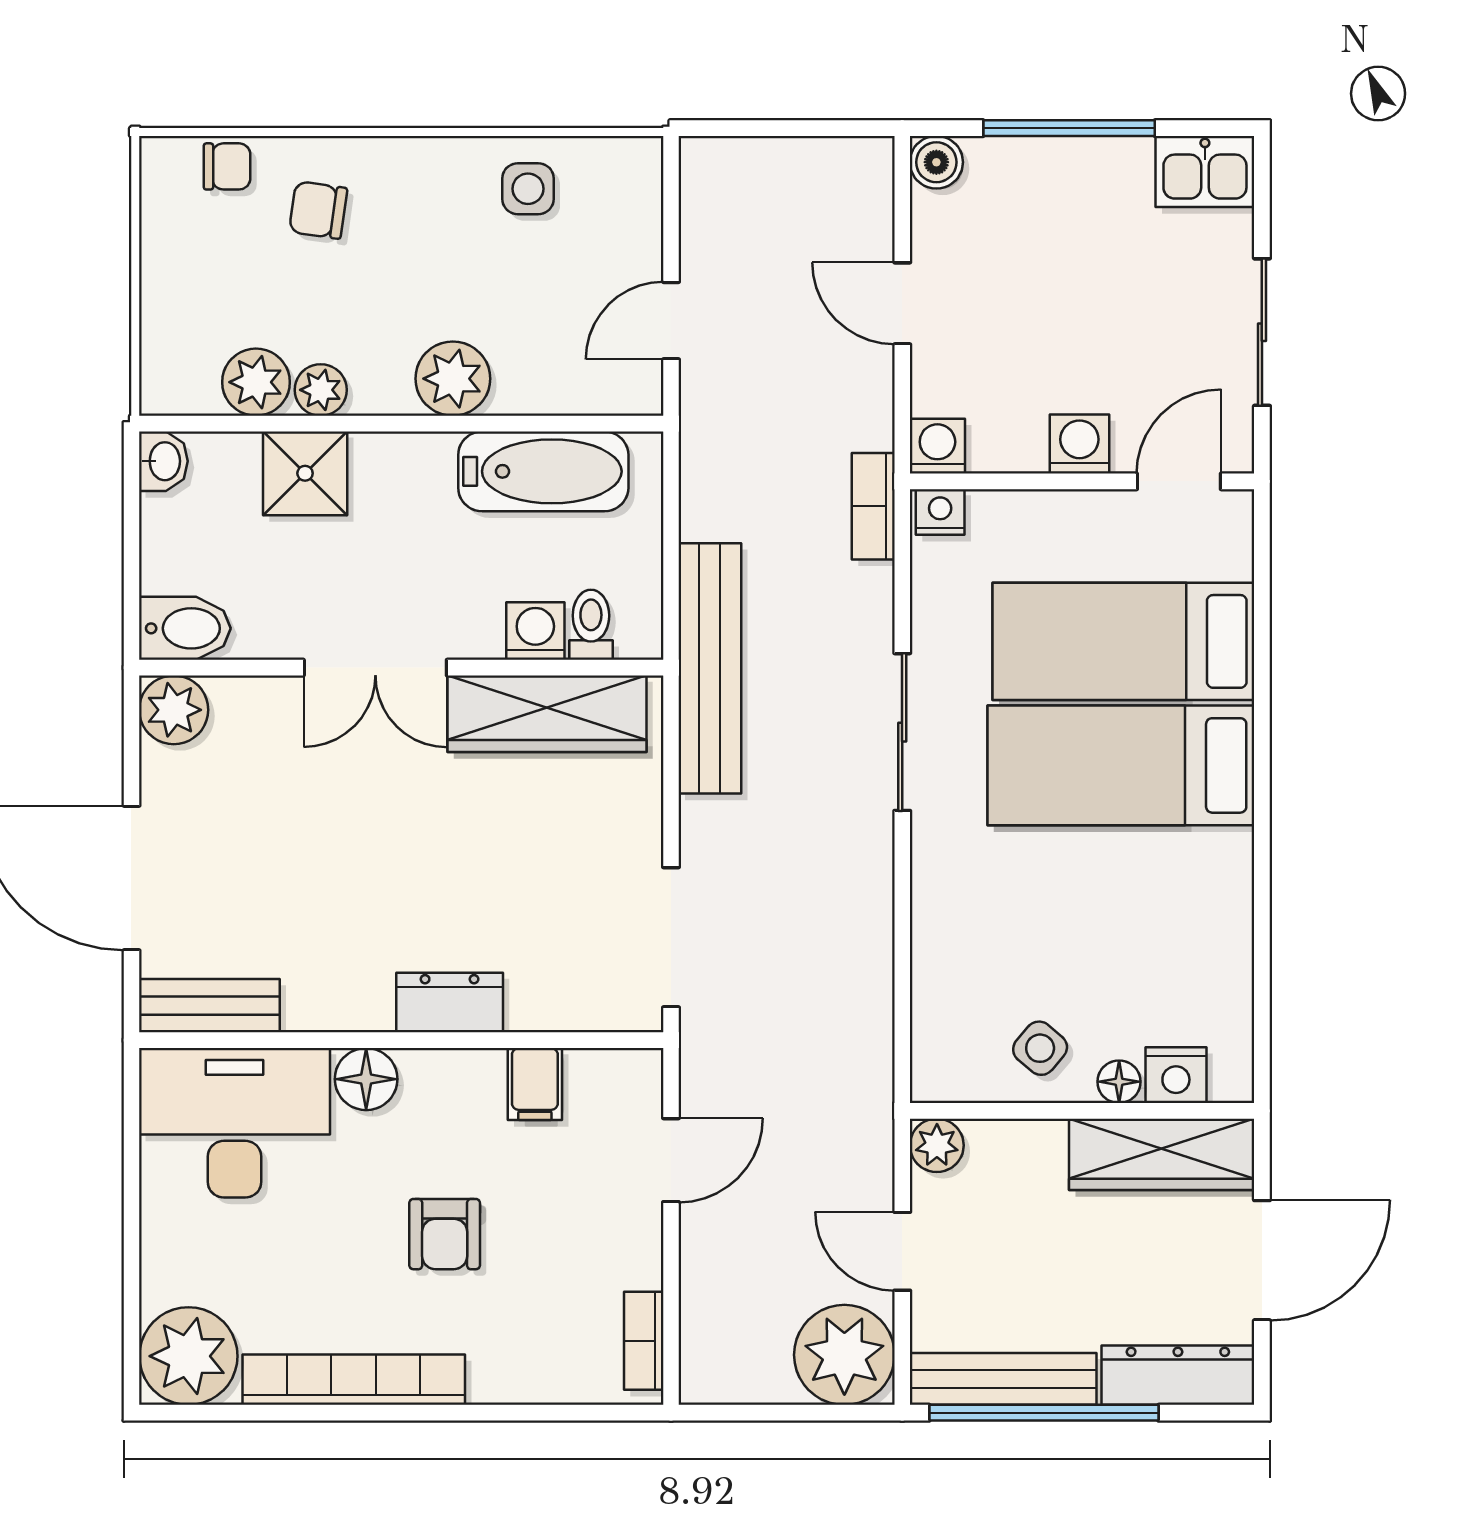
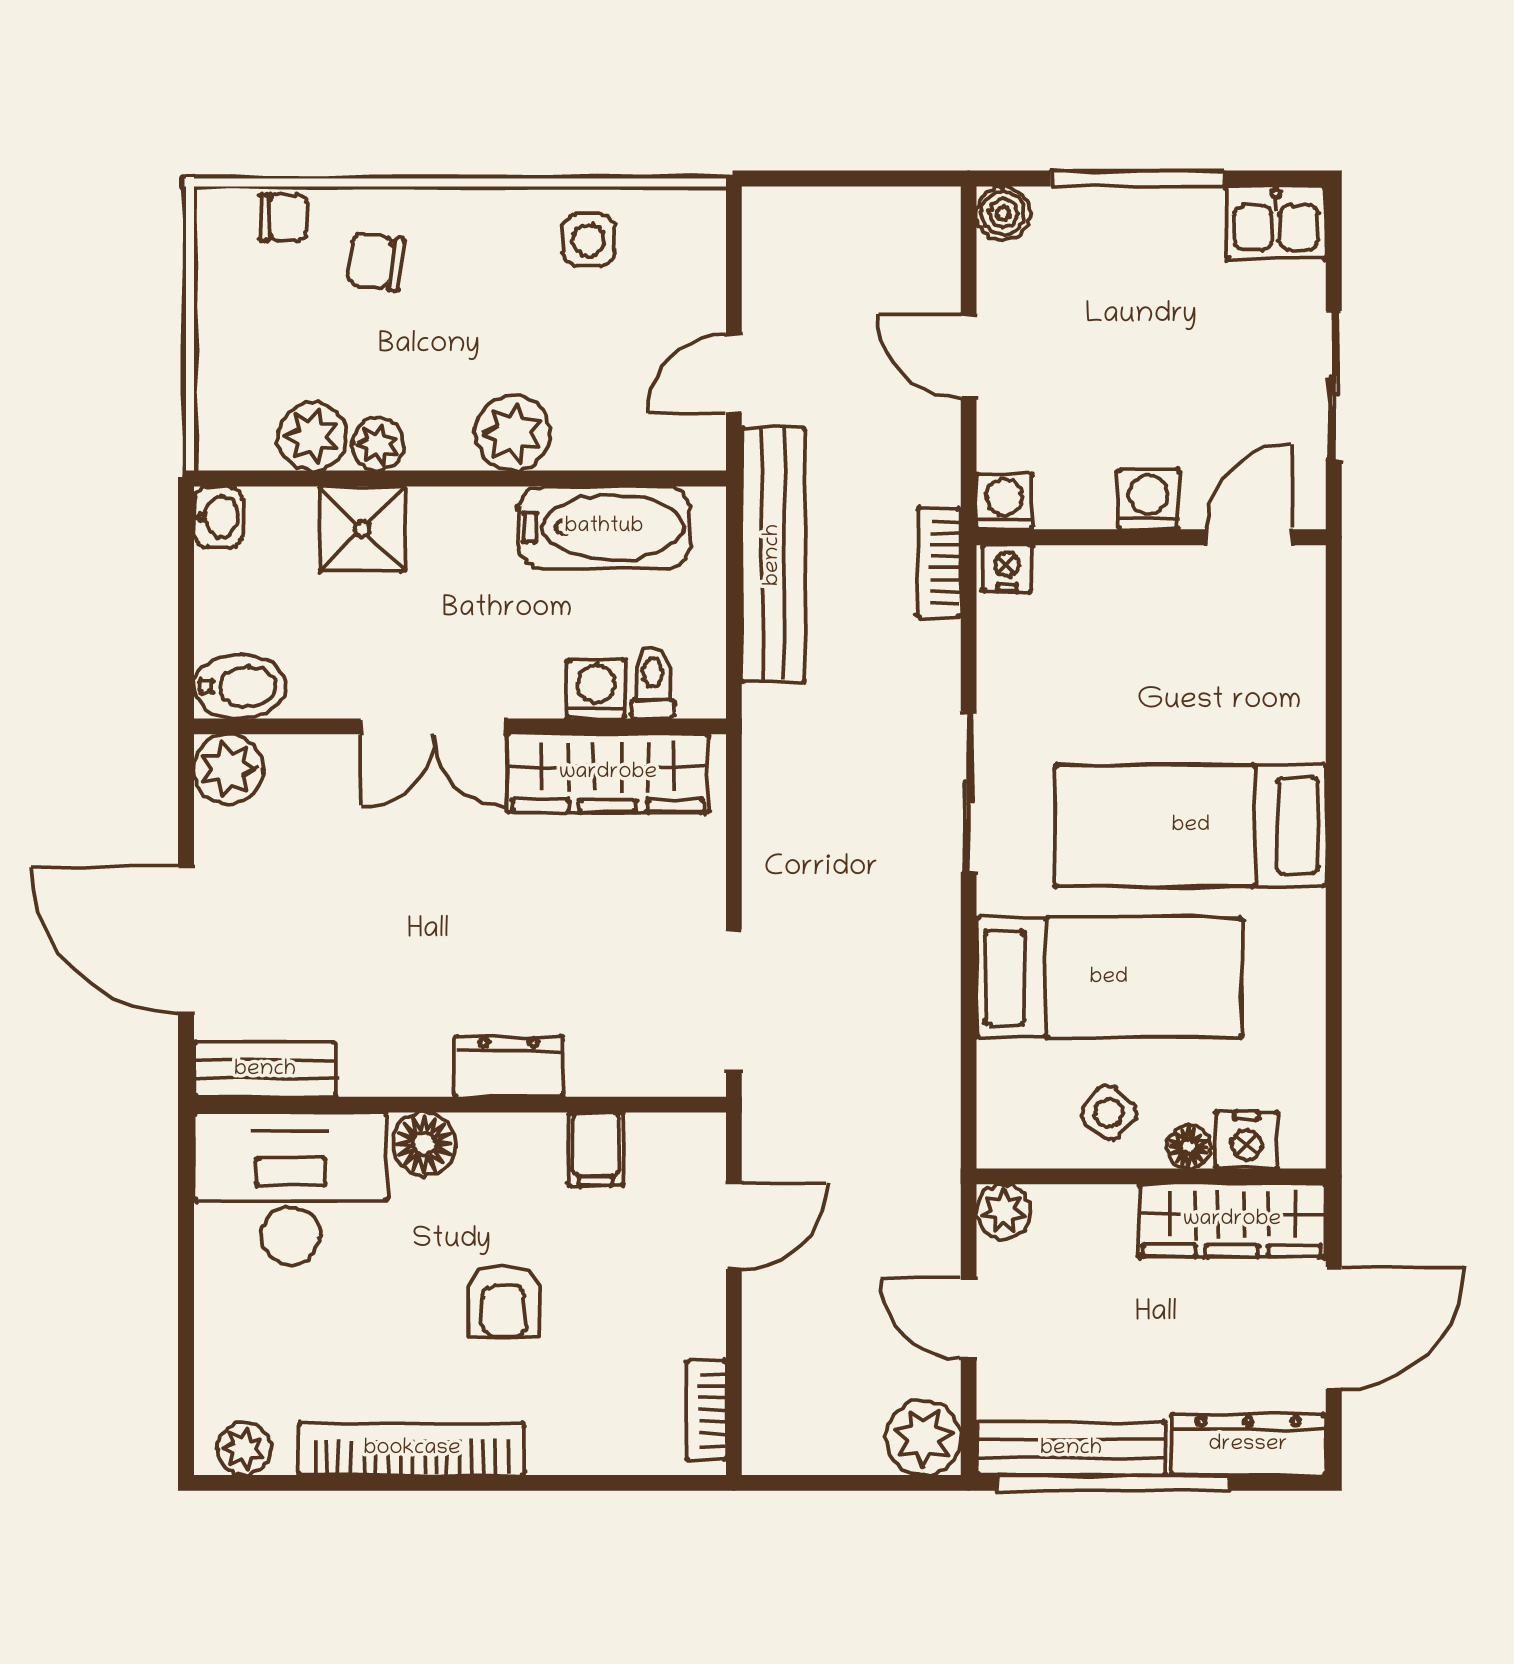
bed: (1123, 641) -> (1109, 978), moved, turned 180
bench: (710, 668) -> (773, 555), moved
plant: (844, 1355) -> (923, 1438), width x0.73, depth x0.73
plant: (188, 1356) -> (244, 1449), width x0.53, depth x0.53

